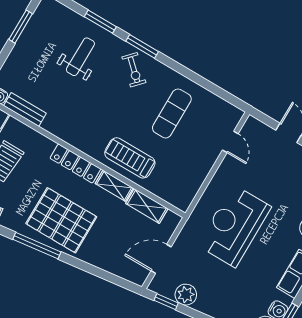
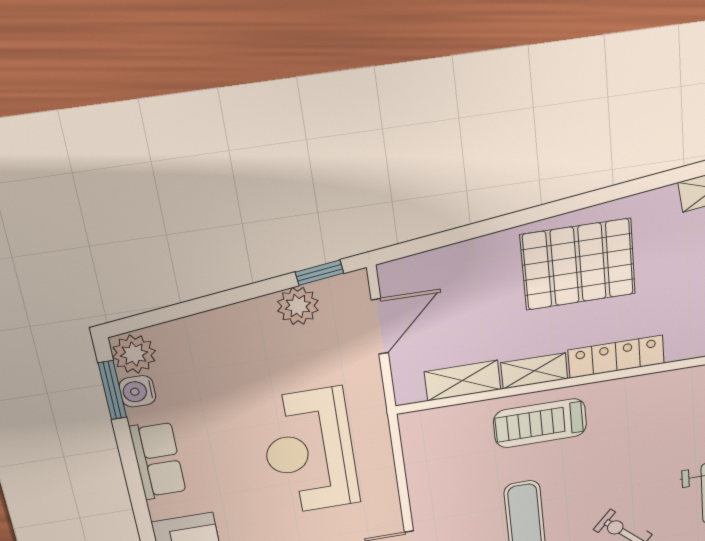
treadmill: (130, 158) -> (540, 423), turned 180
reception desk: (234, 226) -> (309, 451), turned 180
window: (37, 246) -> (589, 199), removed

